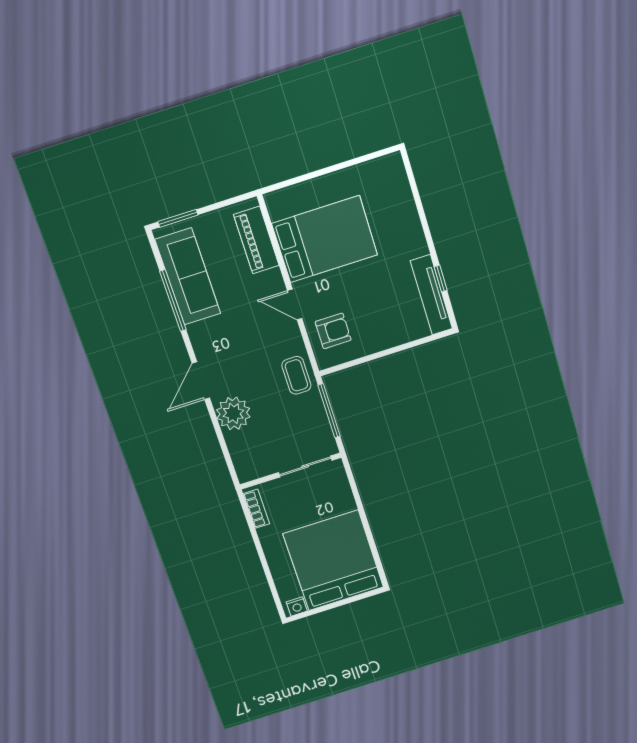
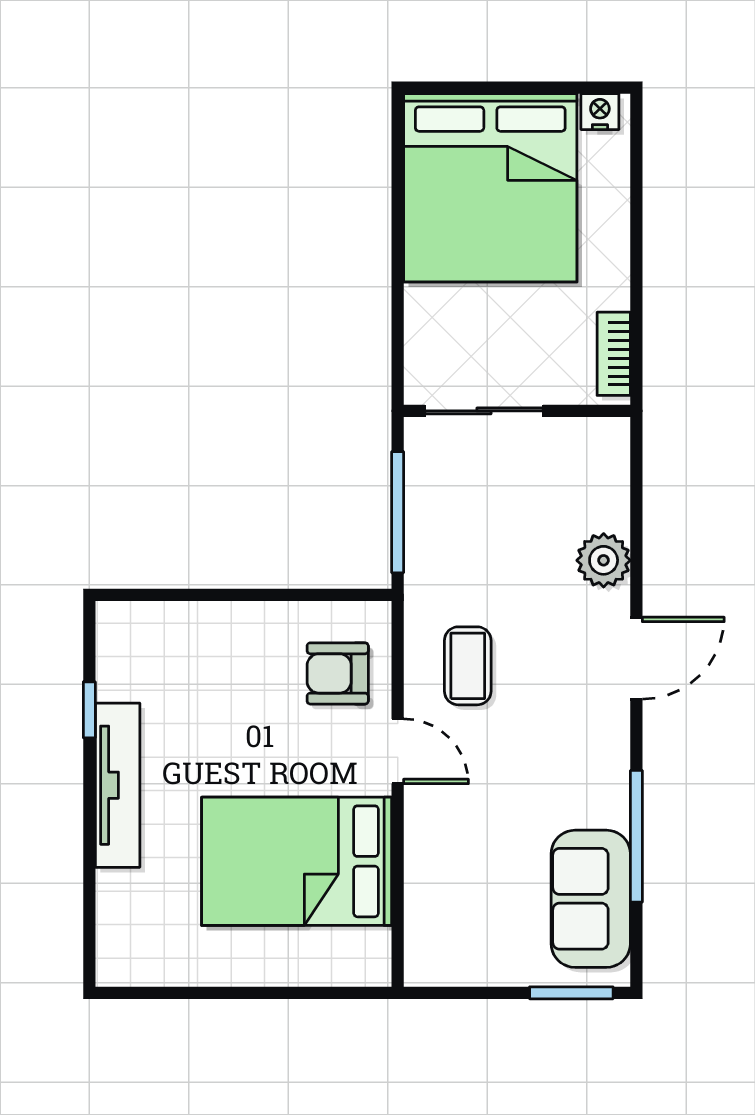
piano: (256, 240) -> (432, 902), removed
sofa: (188, 277) -> (591, 899), width x0.73
tv unit: (431, 295) -> (118, 785), moved
coffee table: (296, 375) -> (468, 666), moved
plant: (233, 413) -> (604, 560), width x0.73, depth x0.73

